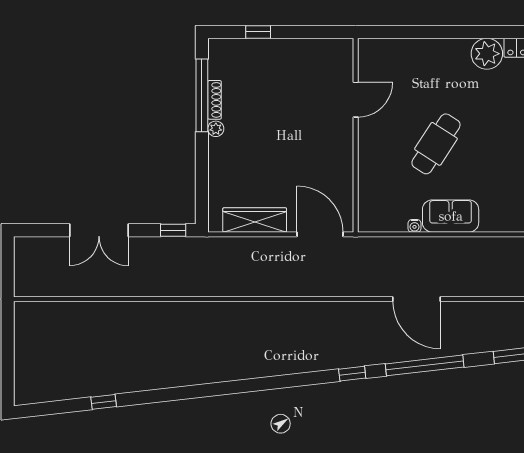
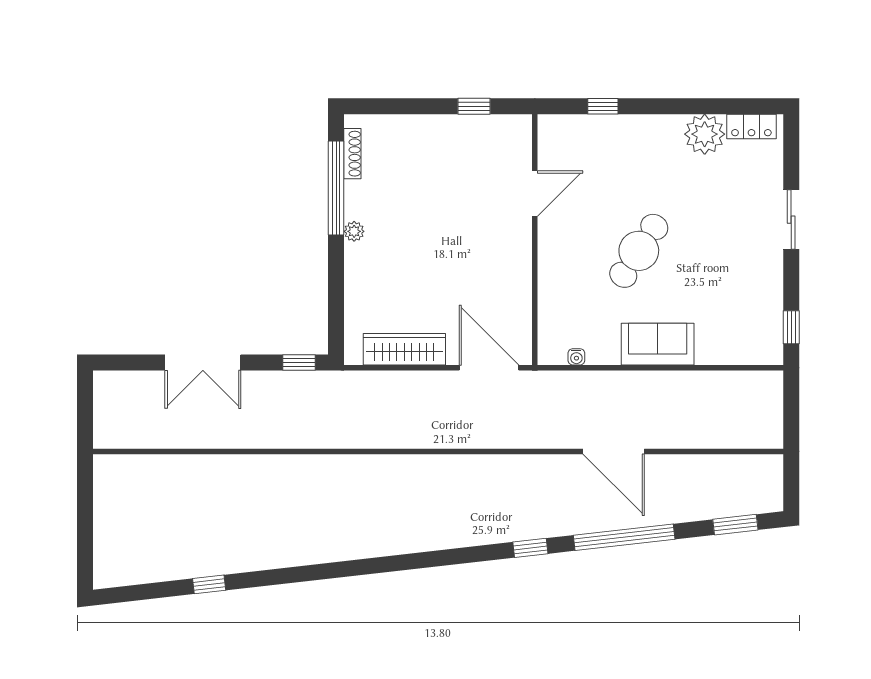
window: (258, 32) -> (474, 106), moved
window: (408, 32) -> (603, 106), added
shoe rack: (215, 100) -> (352, 154), moved
water cooler: (414, 226) -> (576, 357), moved

